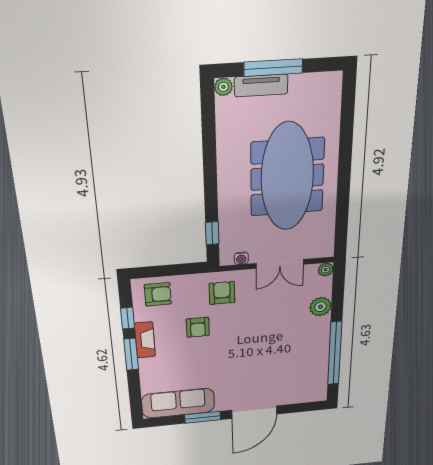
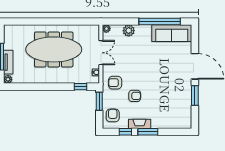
window: (184, 269) -> (99, 101), added
sofa: (178, 403) -> (172, 33), moved, turned -90

